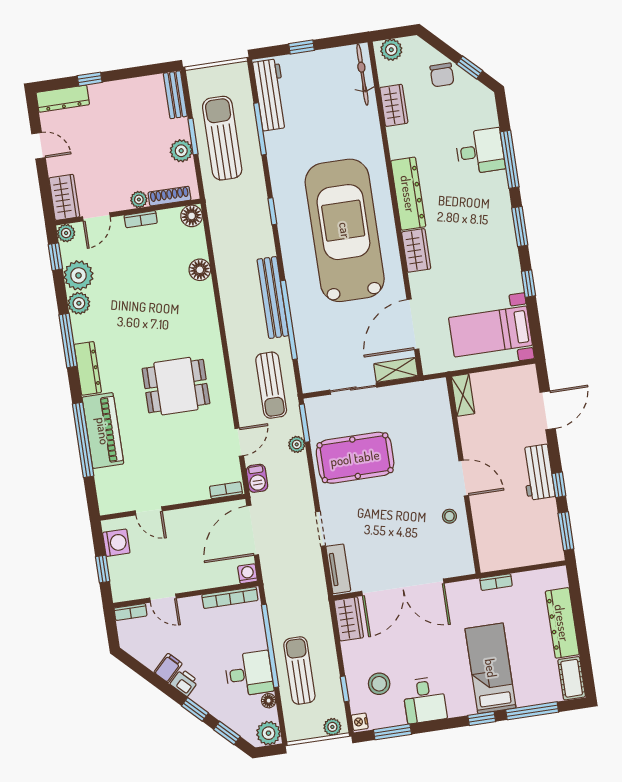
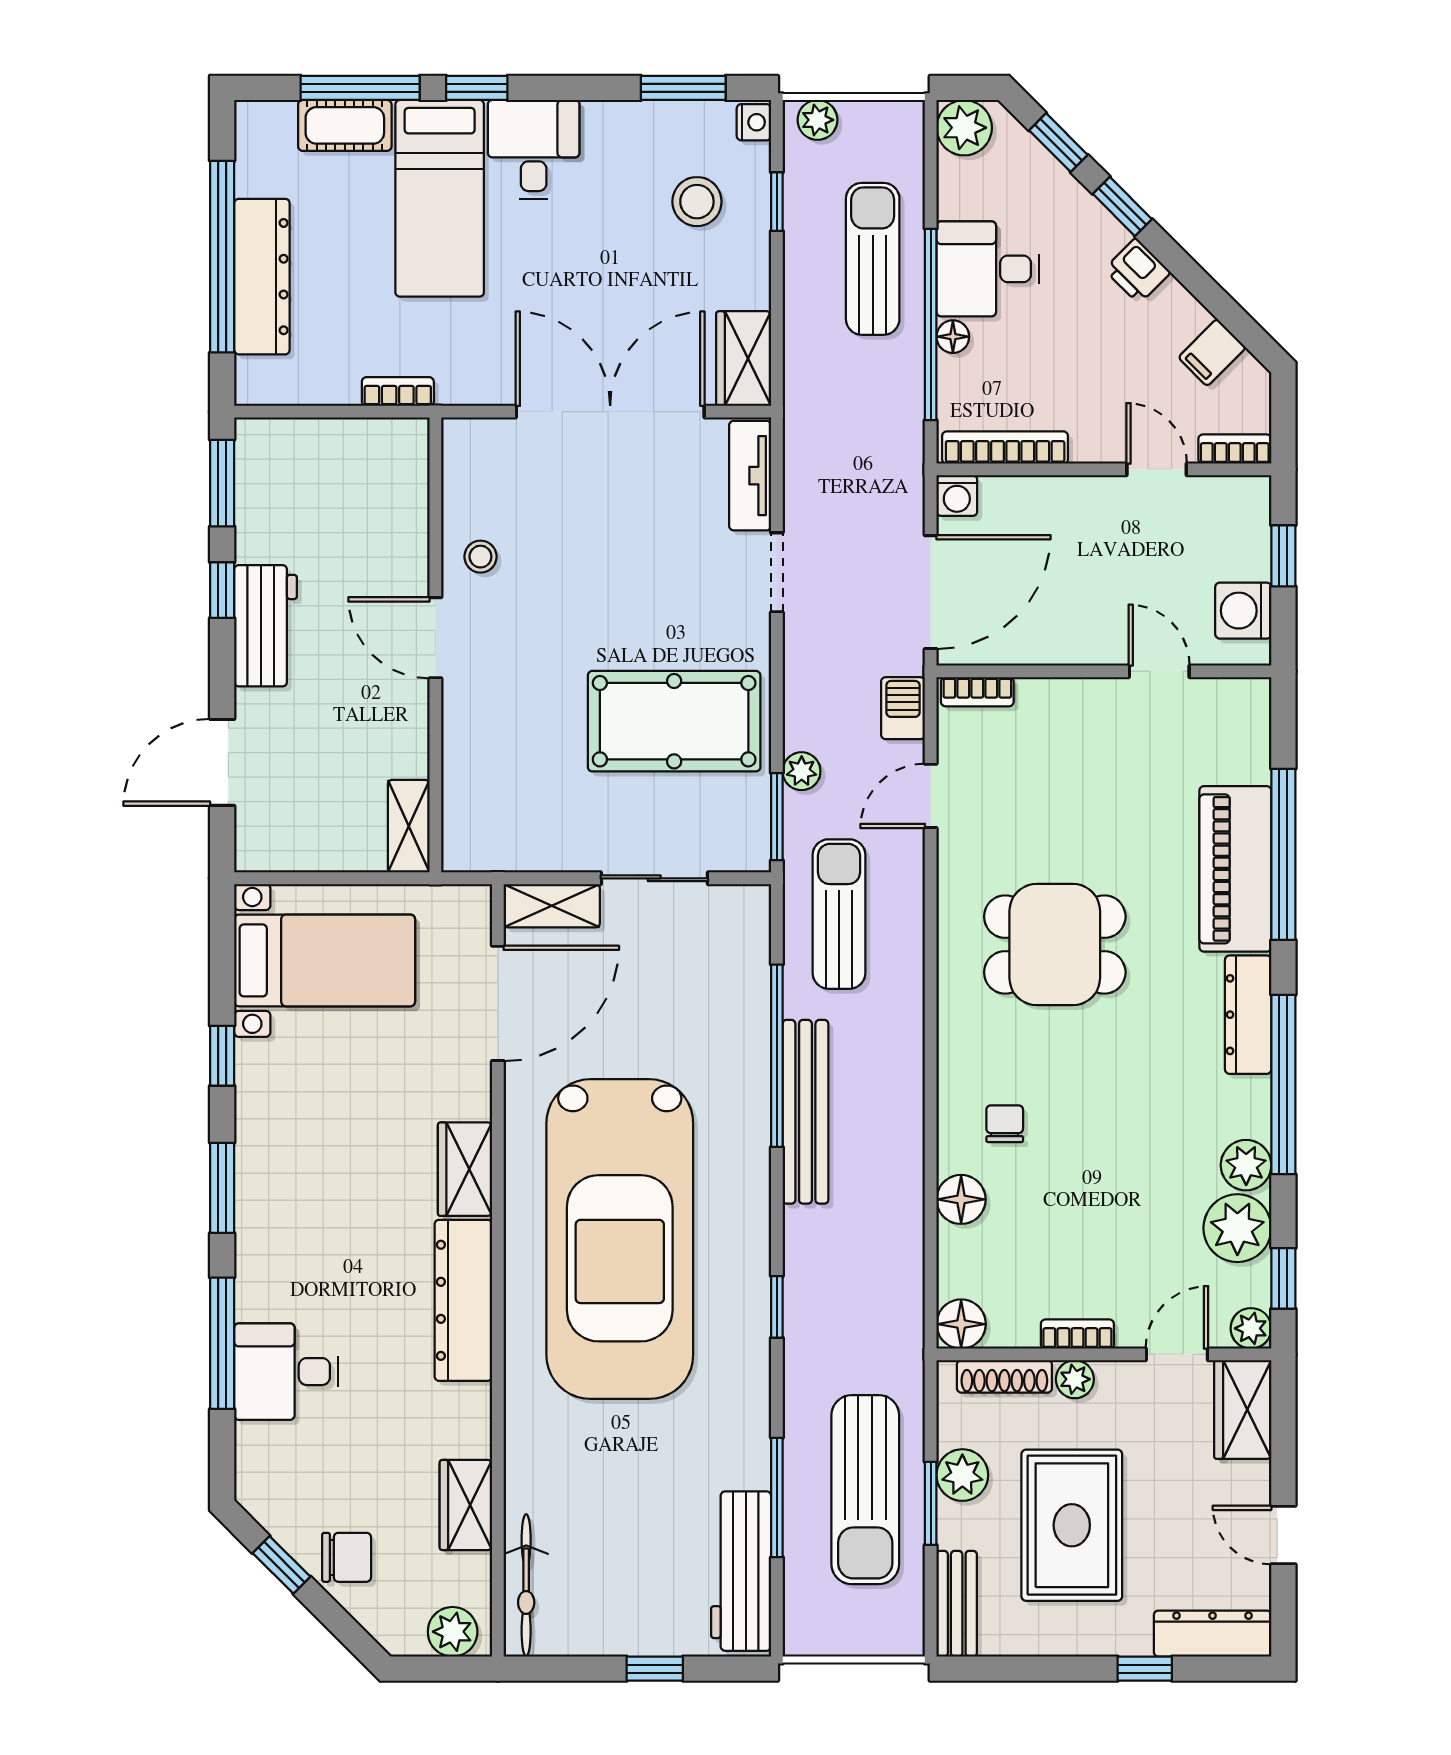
chair: (442, 75) -> (347, 1557), turned 90
rug: (131, 136) -> (1072, 1525), added
chair: (186, 305) -> (1005, 1124), added
window: (68, 340) -> (1283, 1085), width x1.46
window: (581, 629) -> (222, 257), added
filing cabinet: (168, 668) -> (1212, 352), moved
sun lounger: (299, 670) -> (873, 259), turned 180
cot: (572, 678) -> (345, 125), moved, turned 90
desk: (425, 700) -> (534, 149), moved
floor lamp: (269, 701) -> (953, 337), moved

